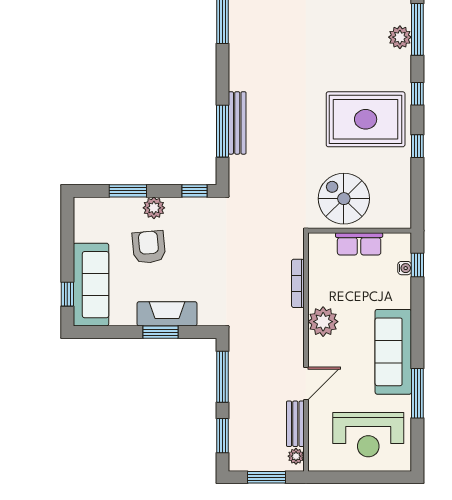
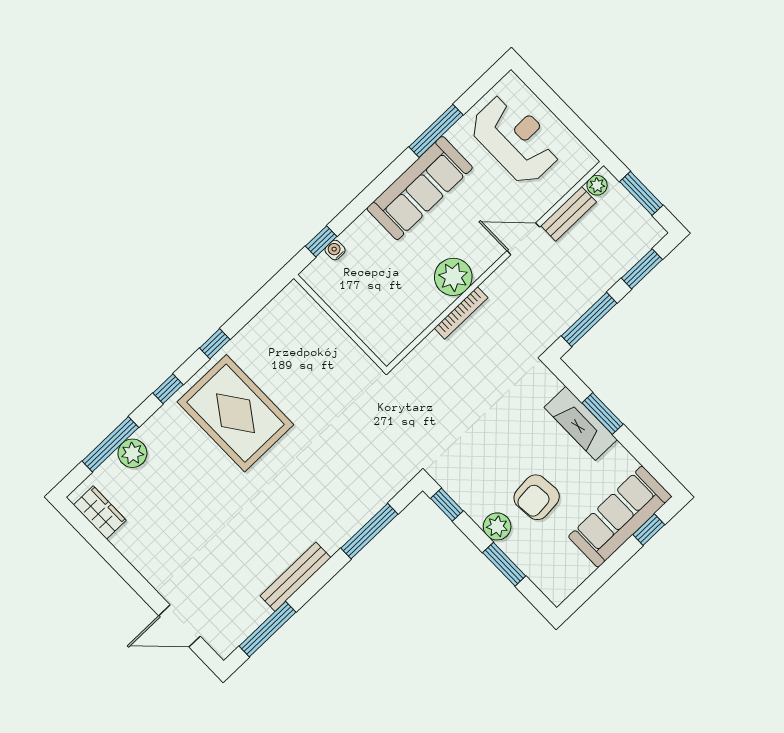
bench: (237, 123) -> (295, 577), moved
spiral stairs: (344, 199) -> (325, 364), removed
row of seats: (359, 244) -> (353, 312), removed
bookcase: (298, 283) -> (461, 313), moved

